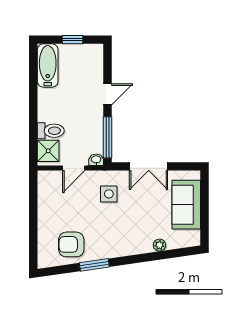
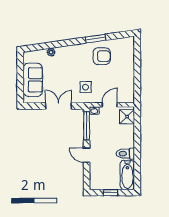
door: (107, 94) -> (87, 155), hinge flipped
toilet: (51, 131) -> (125, 154), moved
armchair: (71, 244) -> (102, 56), moved

